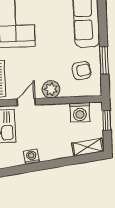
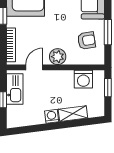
shelving: (88, 147) -> (73, 114), moved
washing machine: (31, 157) -> (52, 116), moved

